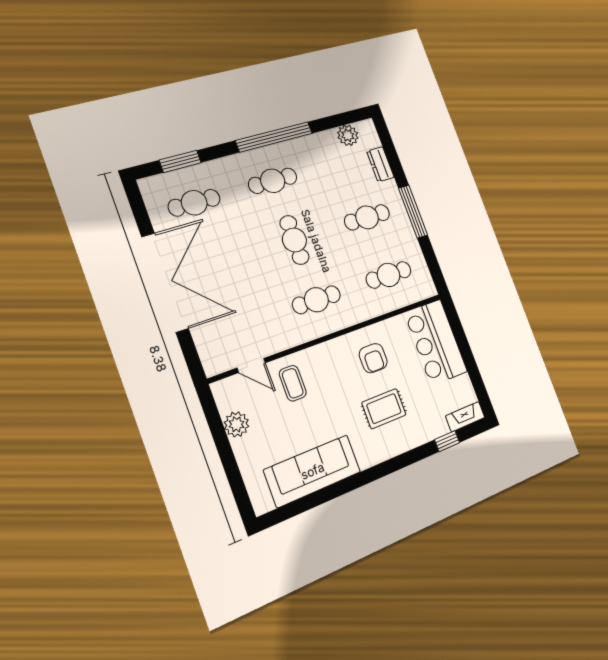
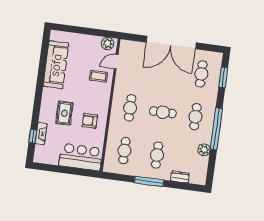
plant: (348, 135) -> (204, 150), moved
fireplace: (465, 417) -> (41, 134), moved
plant: (236, 424) -> (108, 44), moved

